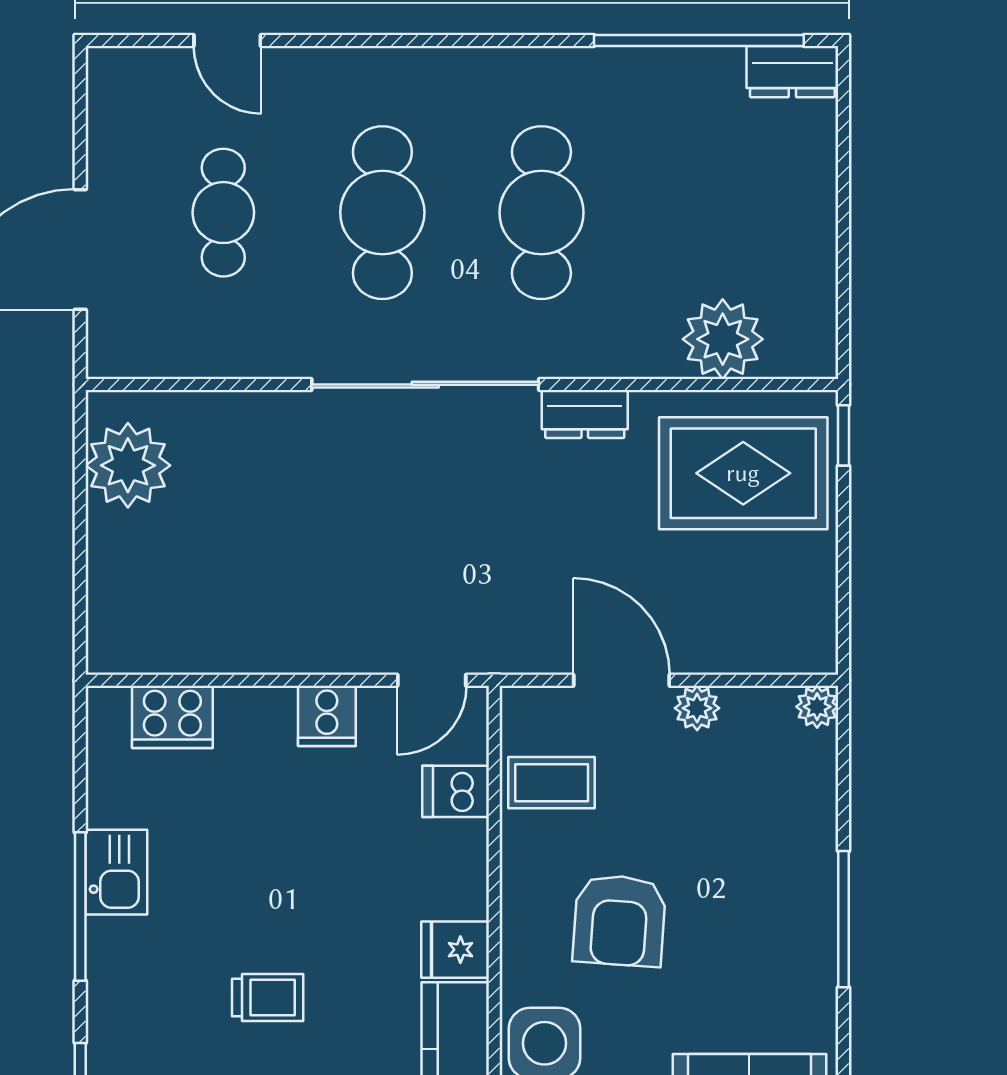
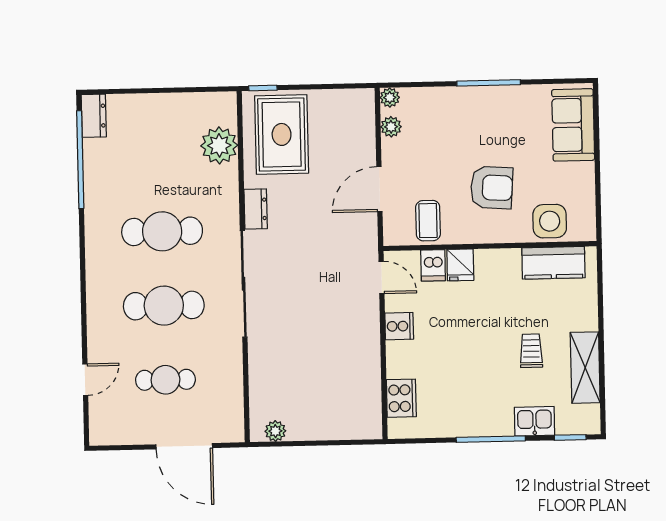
plant: (128, 465) -> (275, 431), width x0.53, depth x0.53
plant: (697, 708) -> (391, 127), moved
kitchen sink: (116, 872) -> (535, 421), moved
fridge: (455, 950) -> (460, 265), moved

